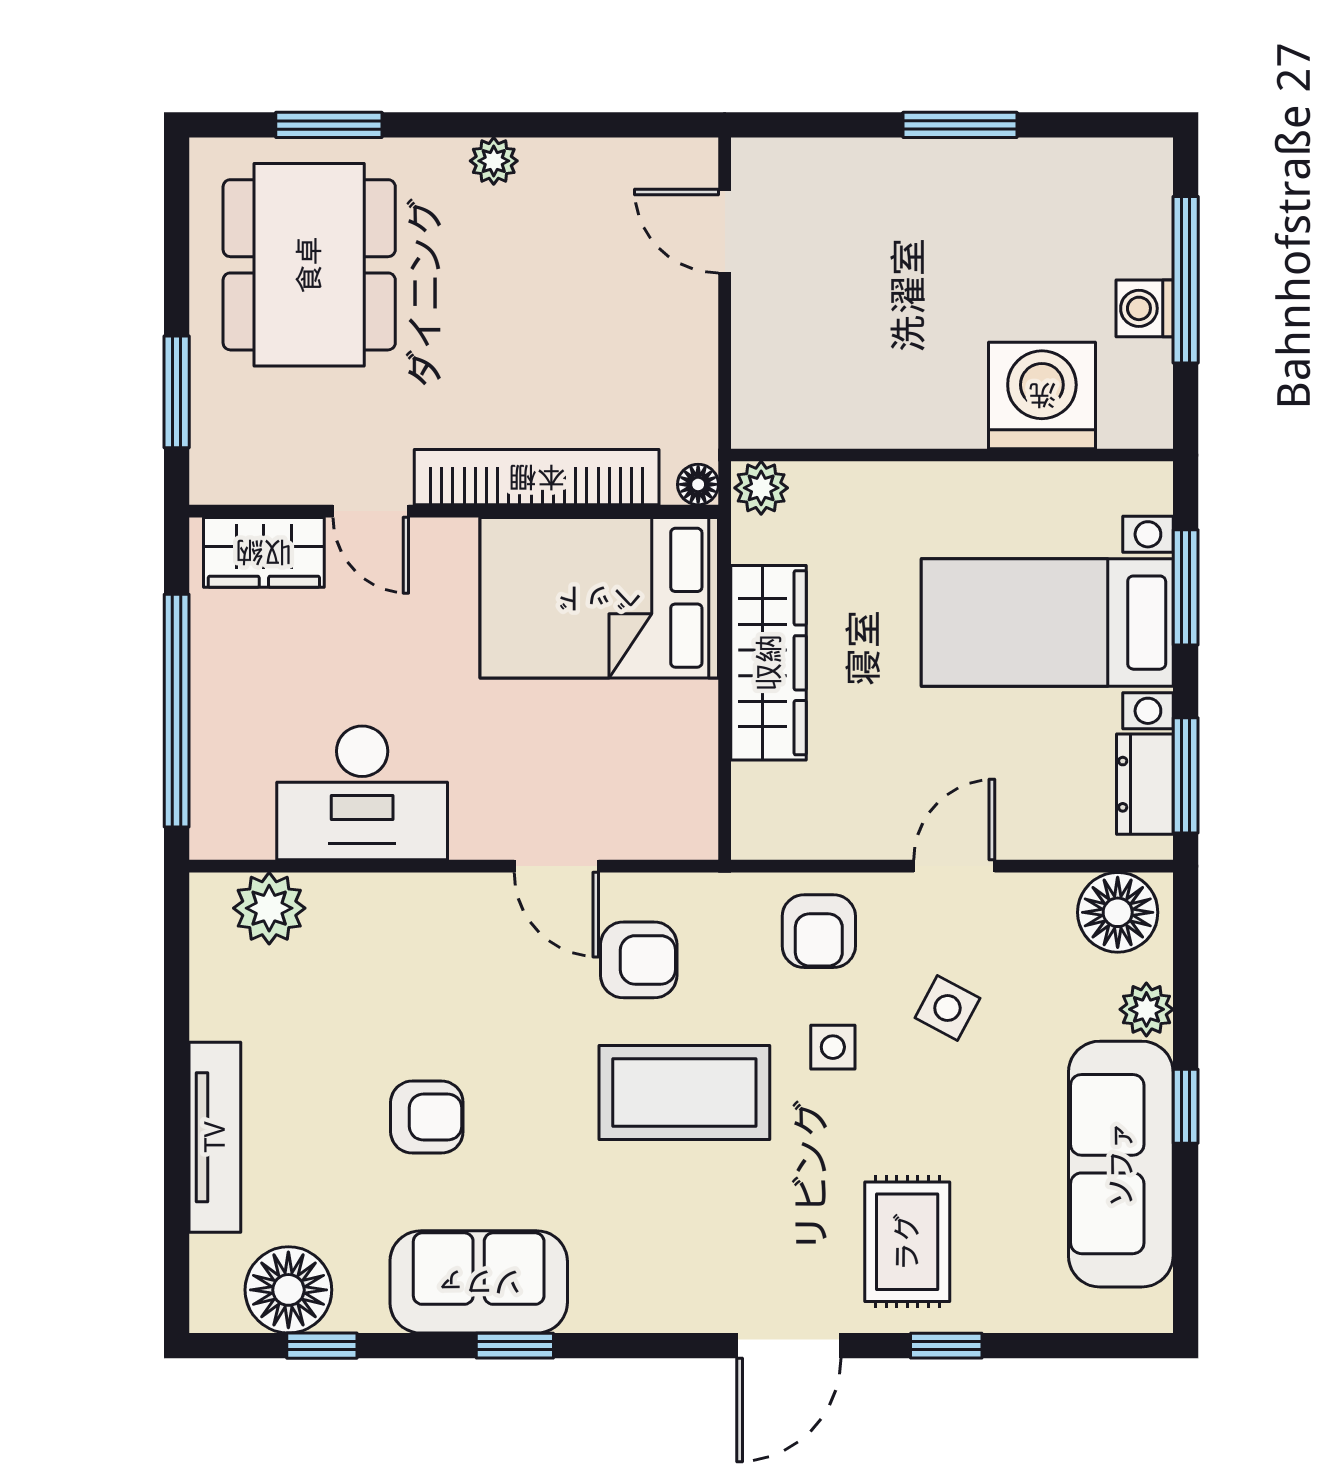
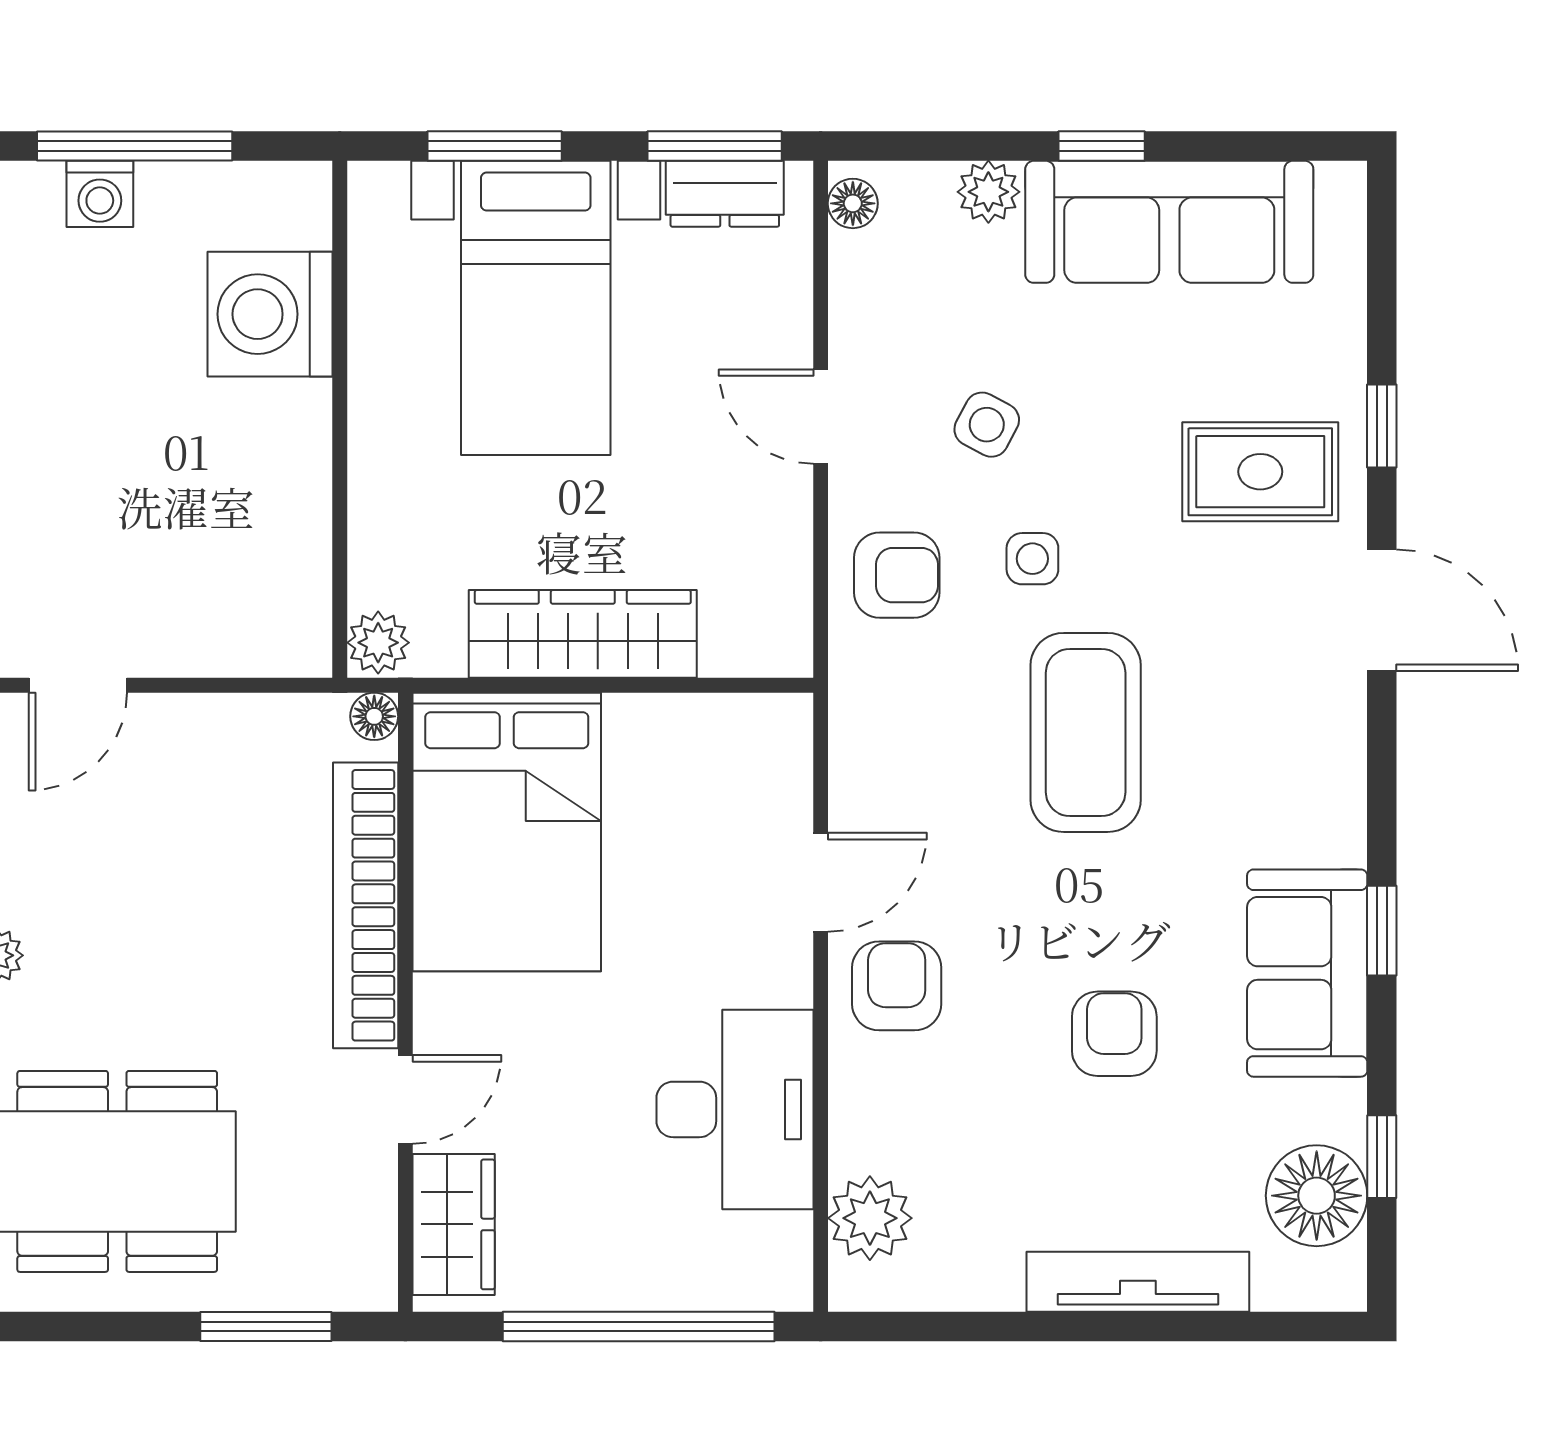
washing machine: (1145, 308) -> (100, 194), moved
floor lamp: (1118, 912) -> (853, 203), width x0.53, depth x0.53
armchair: (639, 960) -> (897, 986), moved

